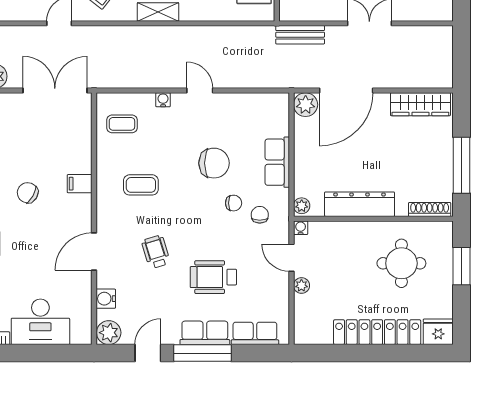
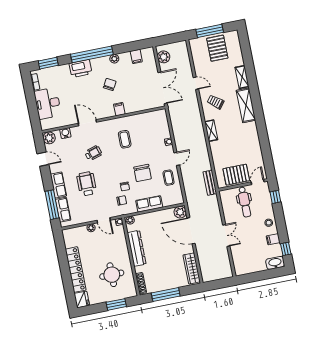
bench: (300, 35) -> (210, 183), moved
coffee table: (122, 124) -> (169, 178), moved
door: (291, 258) -> (104, 220), swing flipped
window: (202, 353) -> (52, 205), moved

